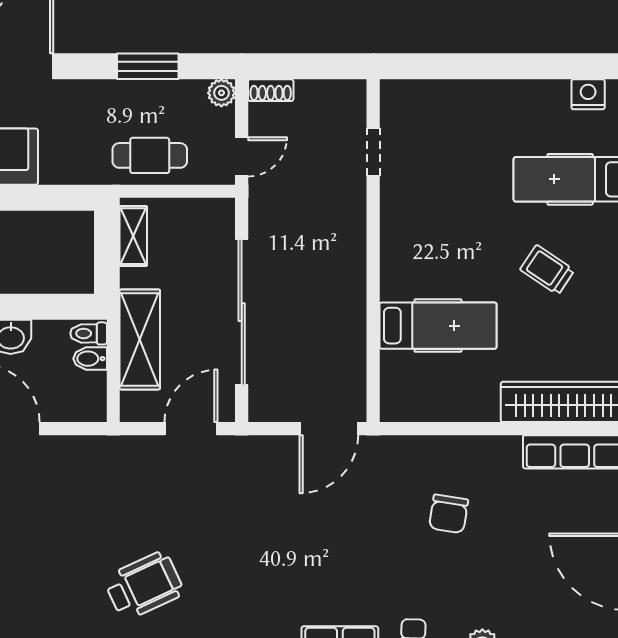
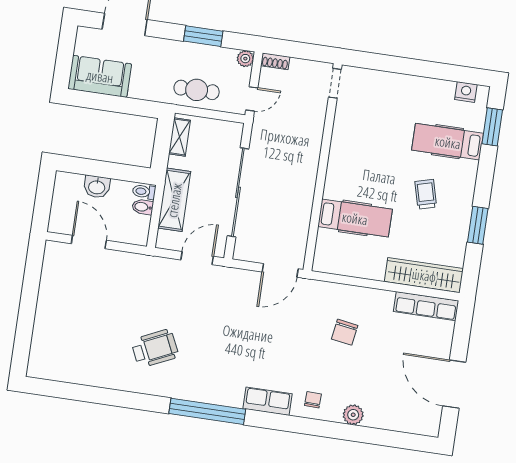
doorway: (373, 152) -> (335, 83), moved
trolley: (547, 270) -> (426, 194), turned 41

